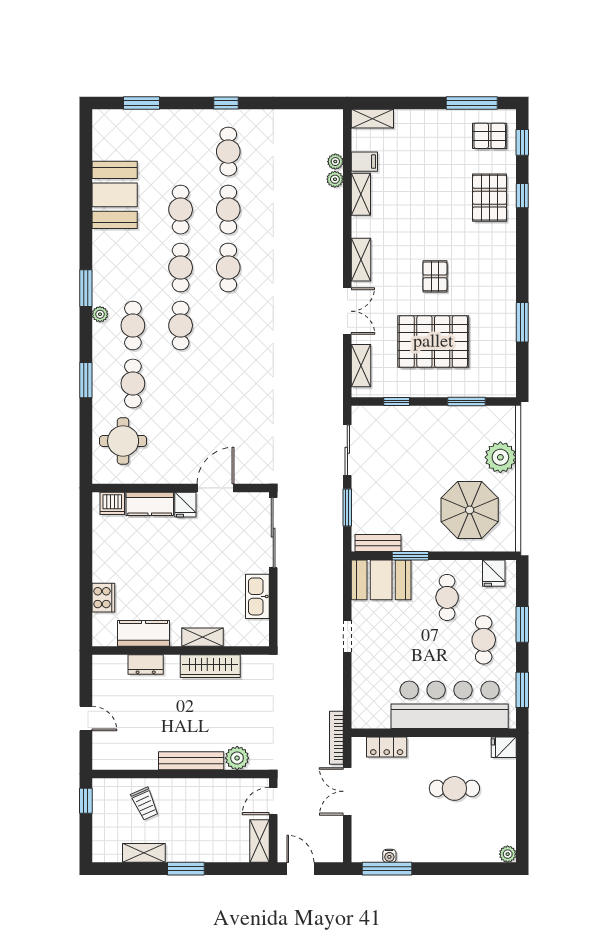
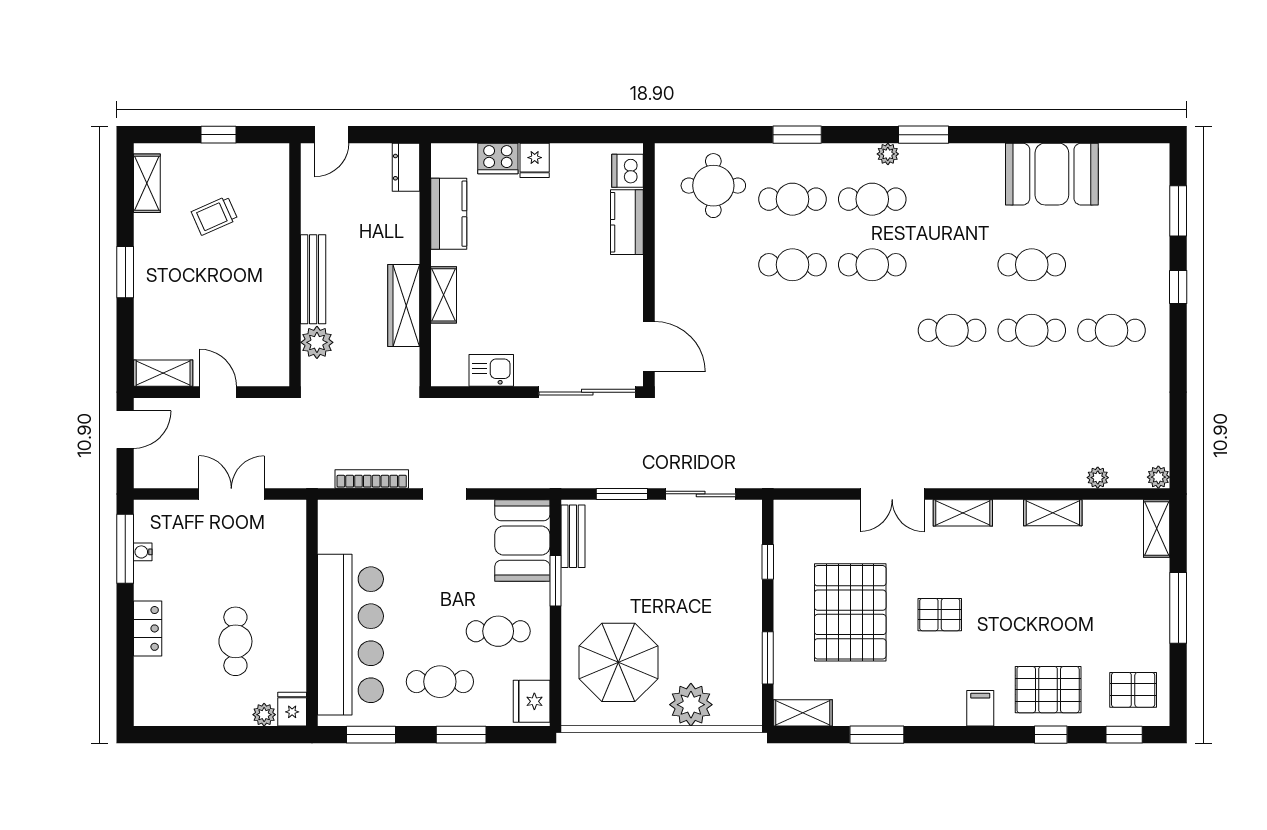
window: (226, 103) -> (1178, 287), moved
window: (472, 103) -> (1178, 608), moved
pallet: (490, 136) -> (1133, 690), turned 90
filing cabinet: (364, 162) -> (980, 708), moved, turned 180
plant: (335, 179) -> (1158, 477), moved
cafe table: (181, 268) -> (792, 265), moved
shelving: (361, 366) -> (803, 713), moved
door: (216, 488) -> (649, 347), moved
fridge: (185, 505) -> (535, 160), moved, turned -90
fridge: (494, 573) -> (532, 701), width x1.38
kitchen sink: (257, 596) -> (491, 370), width x0.73
dresser: (146, 664) -> (406, 167), moved
bookcase: (336, 738) -> (372, 479), moved
locker: (387, 747) -> (148, 628), moved, turned 180
plant: (237, 758) -> (317, 342), moved
bench: (191, 761) -> (313, 279), moved
wall: (181, 774) -> (295, 265), moved
shelving: (144, 853) -> (147, 183), moved
plant: (508, 854) -> (264, 715), moved

